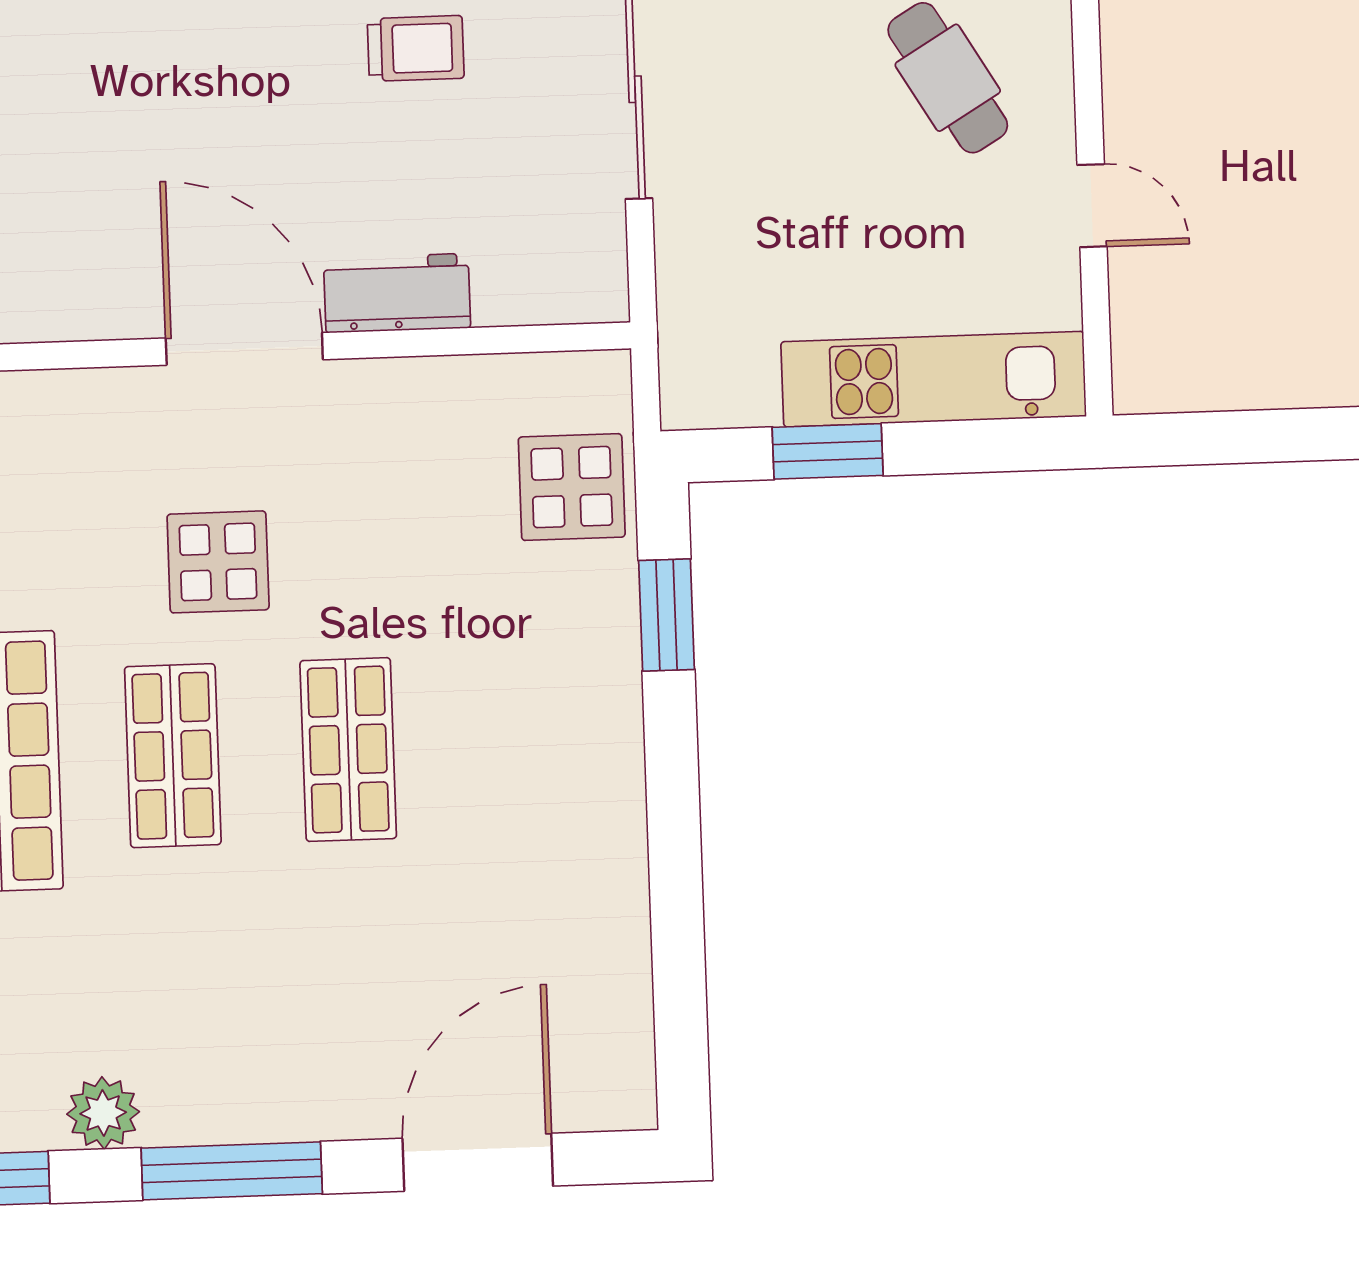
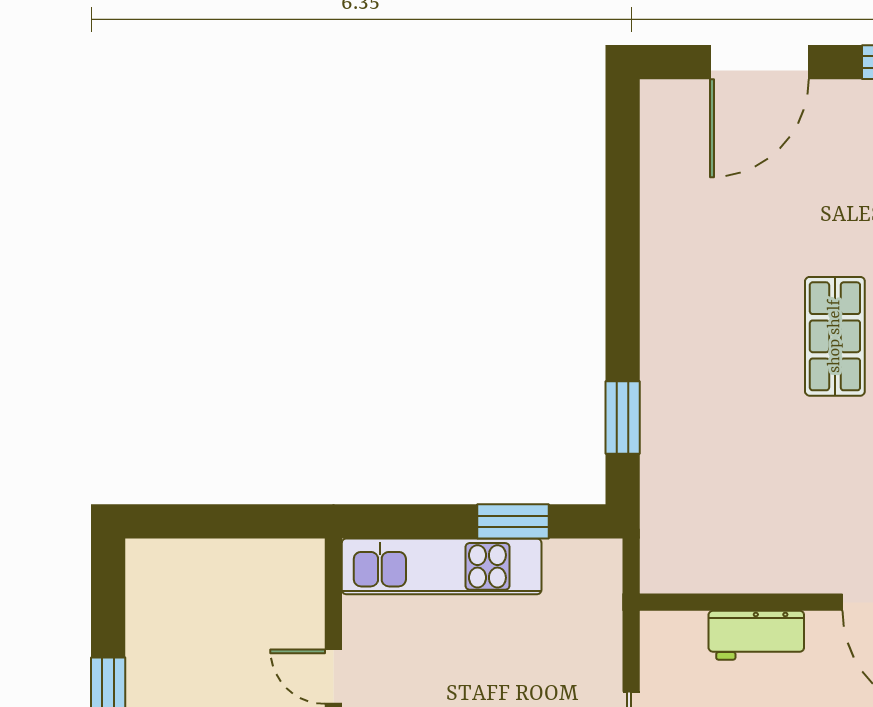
workbench: (397, 293) -> (756, 635), moved
display table: (572, 487) -> (682, 504), removed

